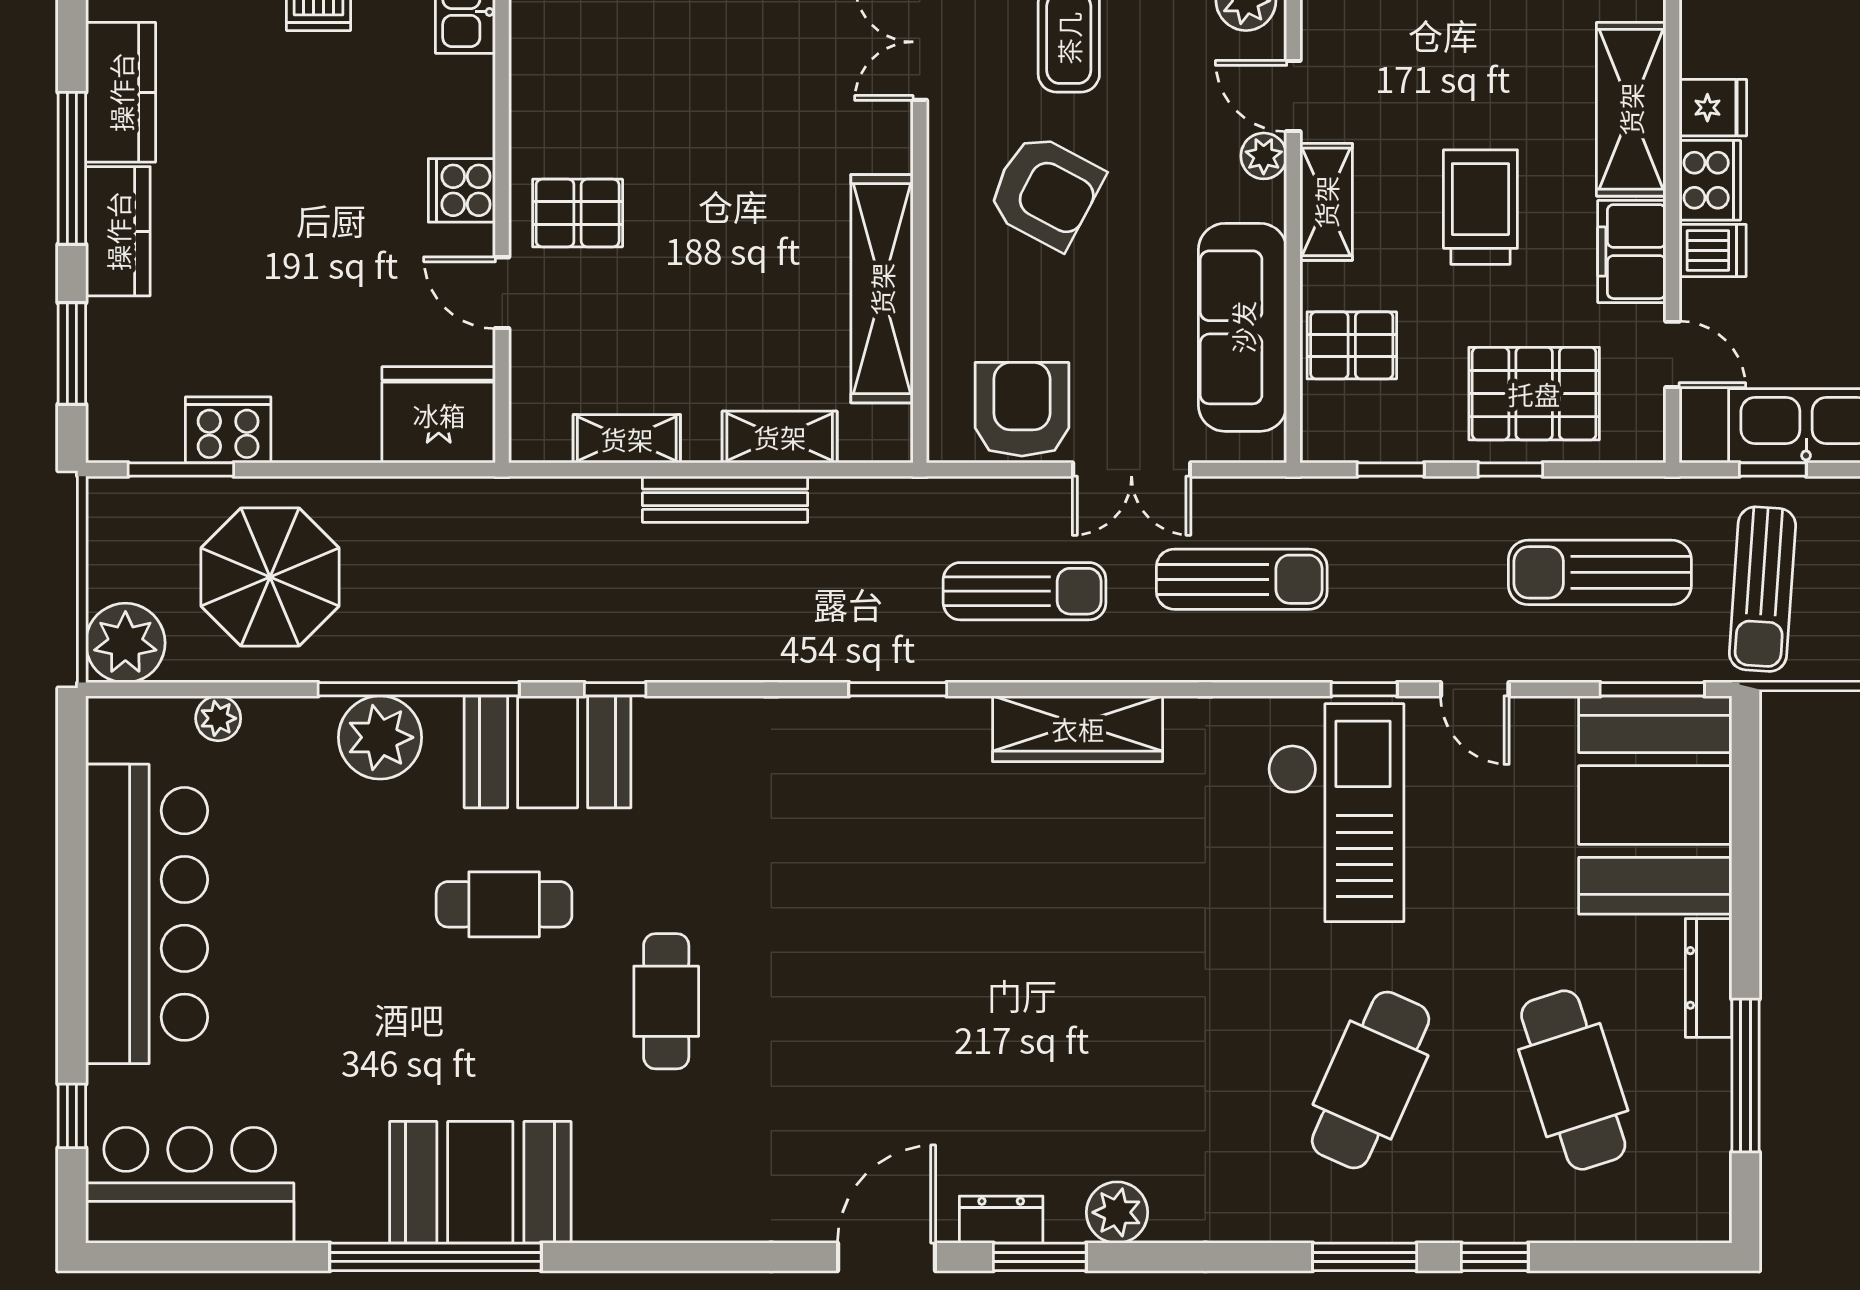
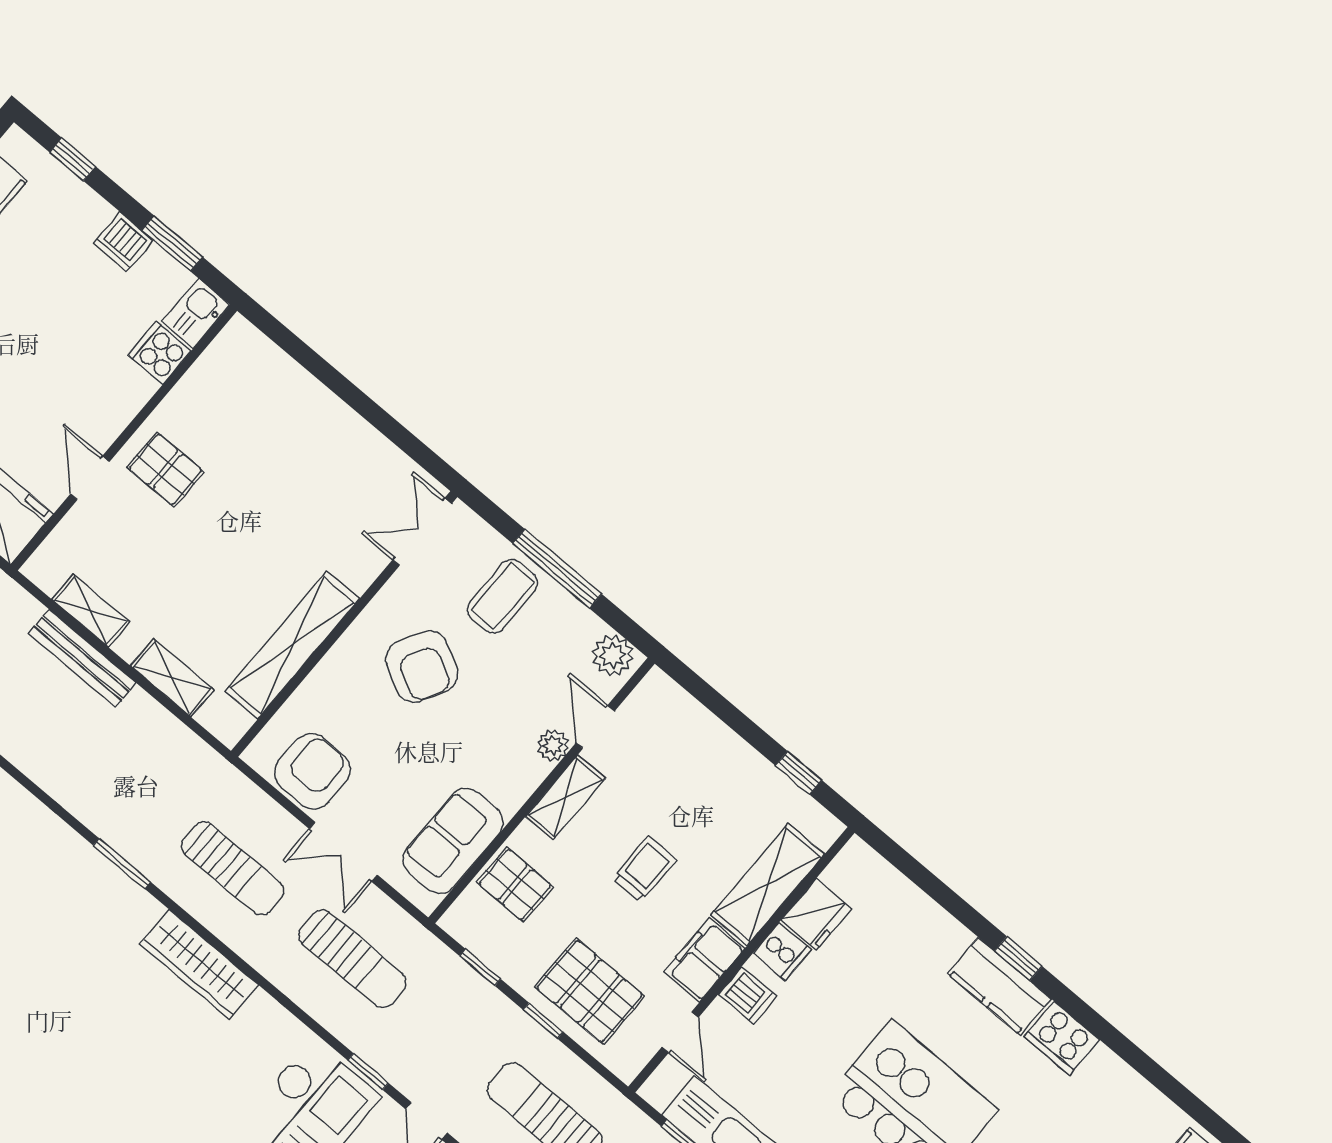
fridge: (1713, 108) -> (816, 914), width x1.38
cooker: (1710, 180) -> (782, 951), width x0.73
cooker: (462, 190) -> (159, 353), moved
trolley: (1480, 207) -> (644, 869), width x0.73, depth x0.72
sofa: (1243, 327) -> (453, 841), width x0.73
bench: (725, 499) -> (82, 658), moved

